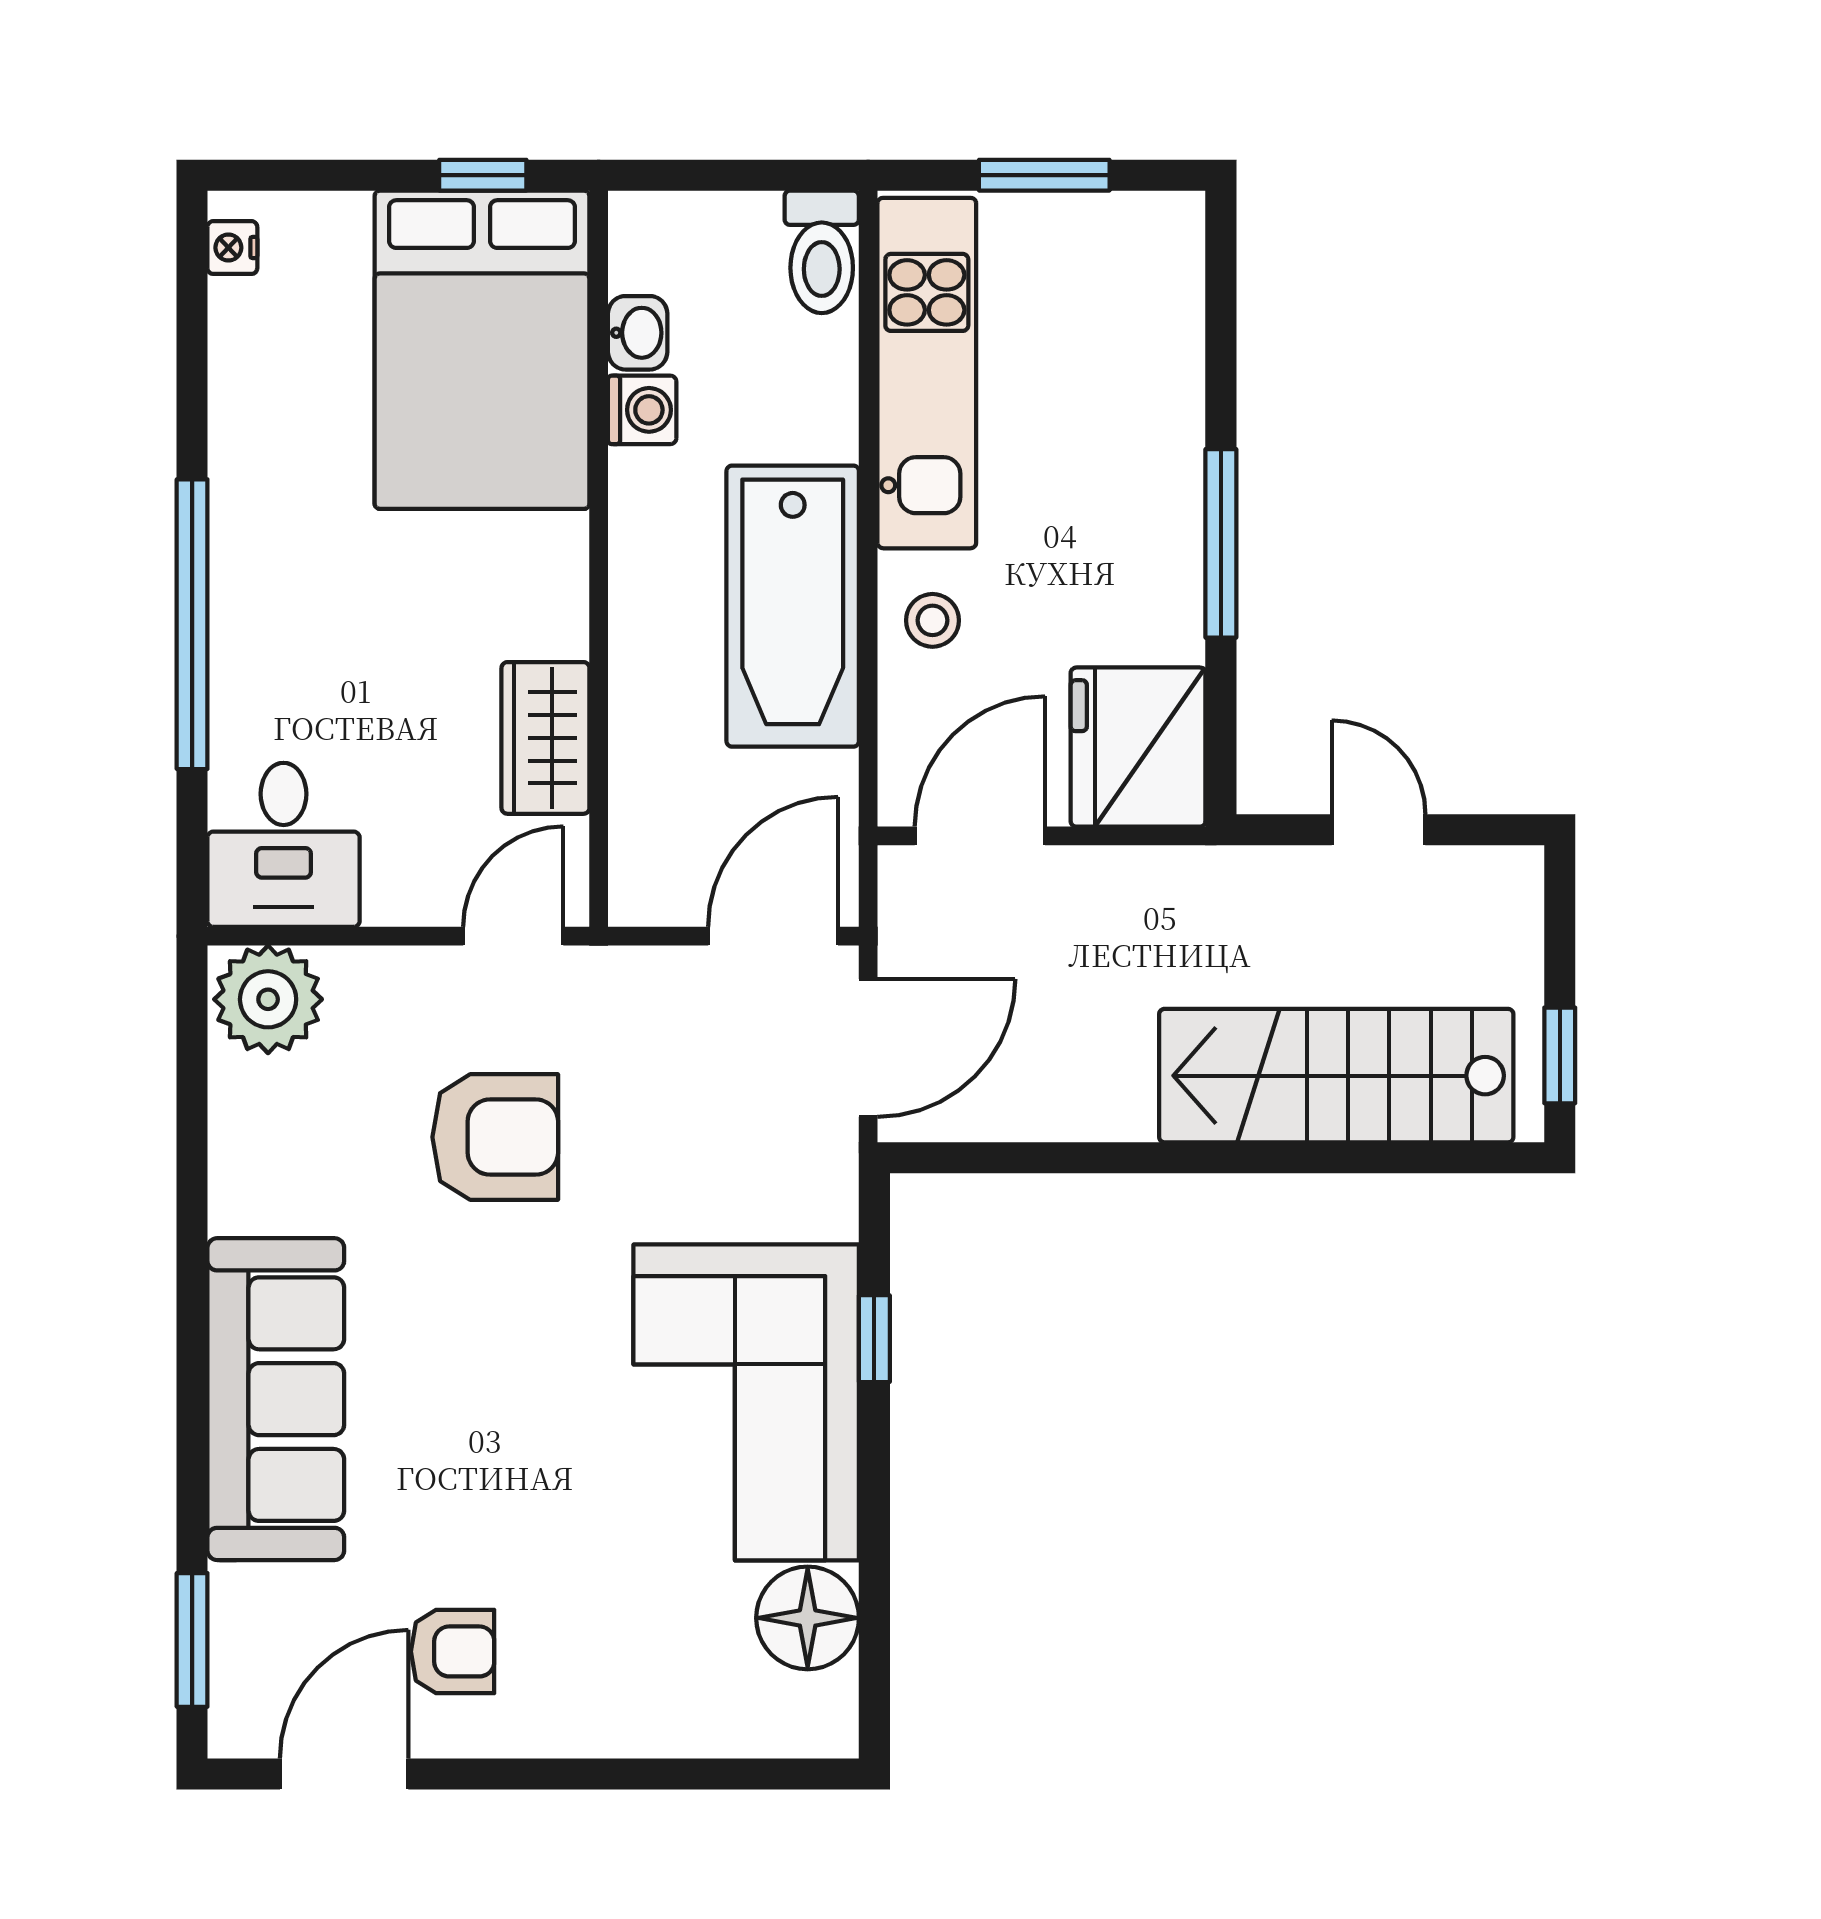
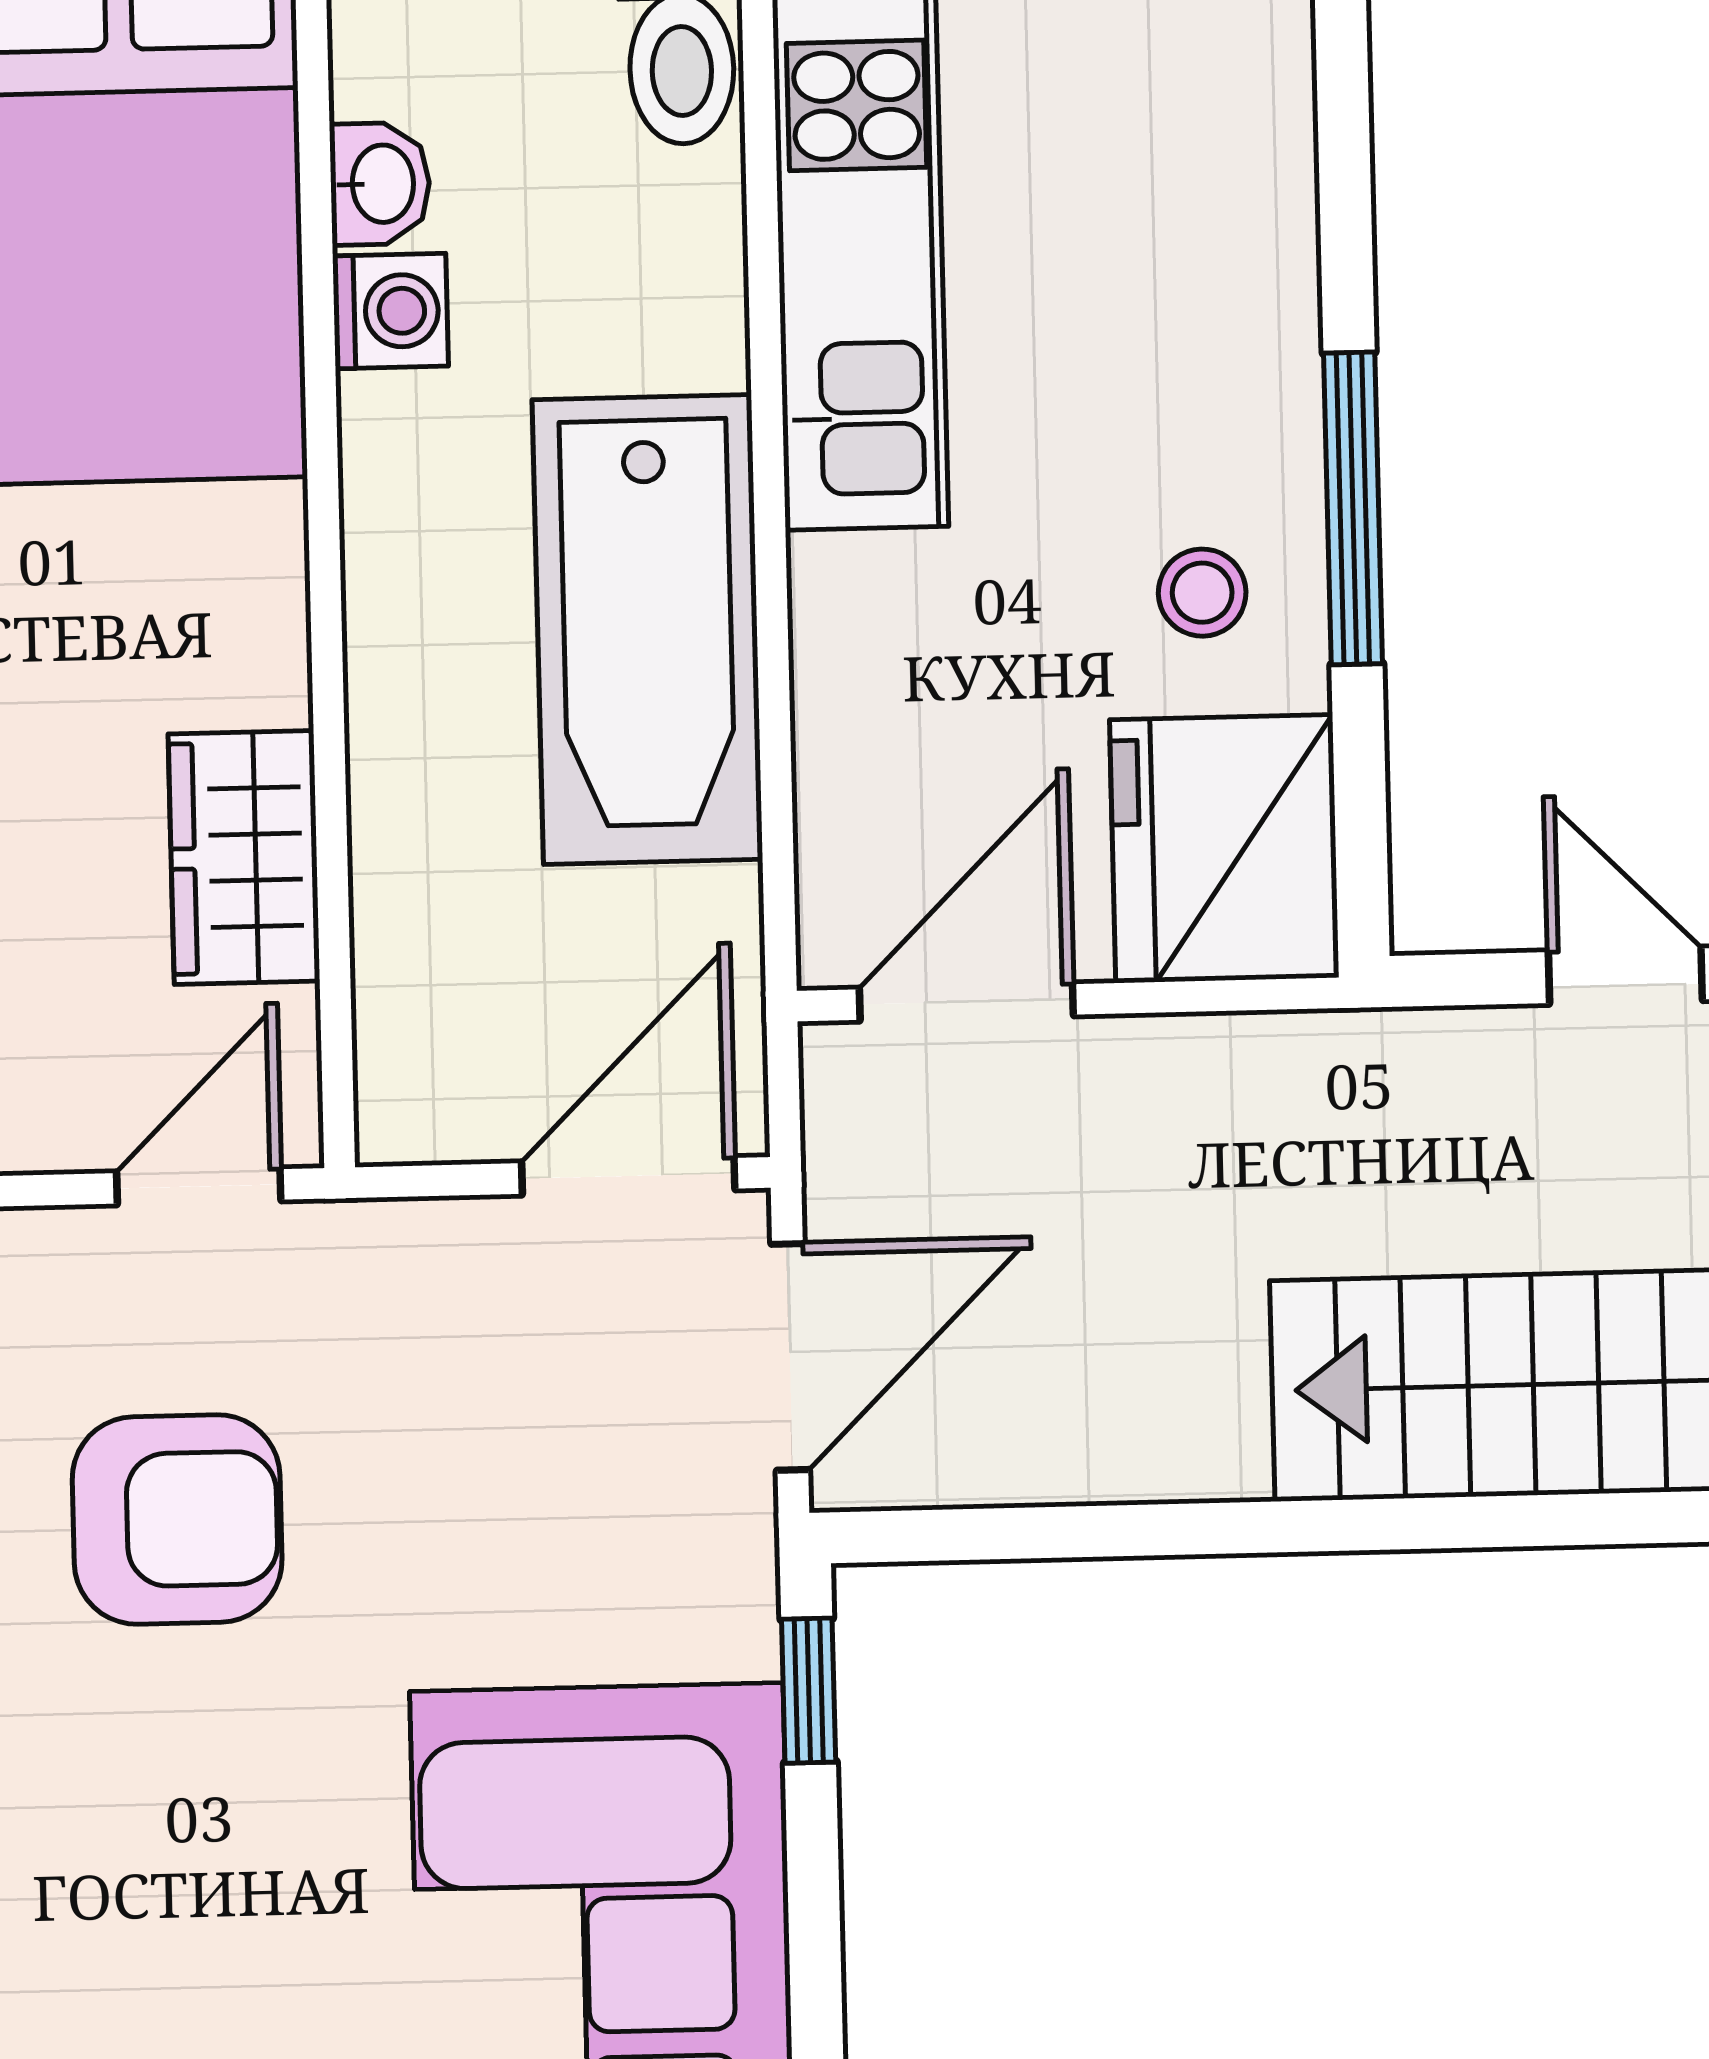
stool: (932, 620) -> (1202, 593), moved
window: (874, 1339) -> (809, 1691), moved

